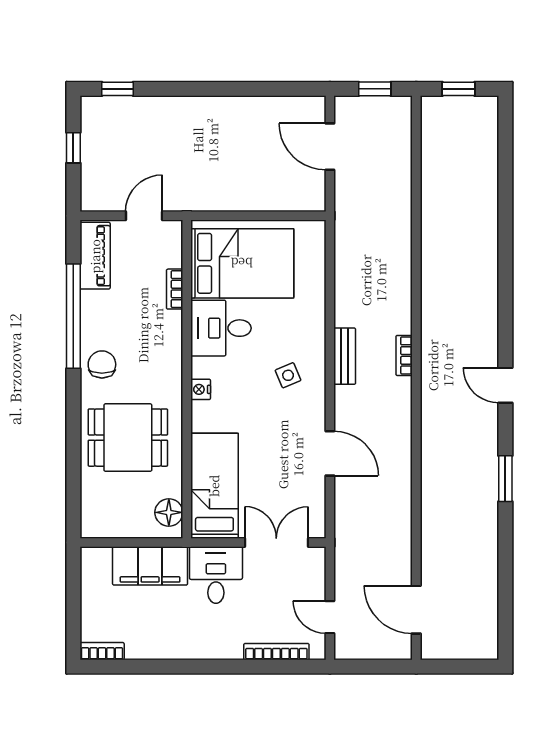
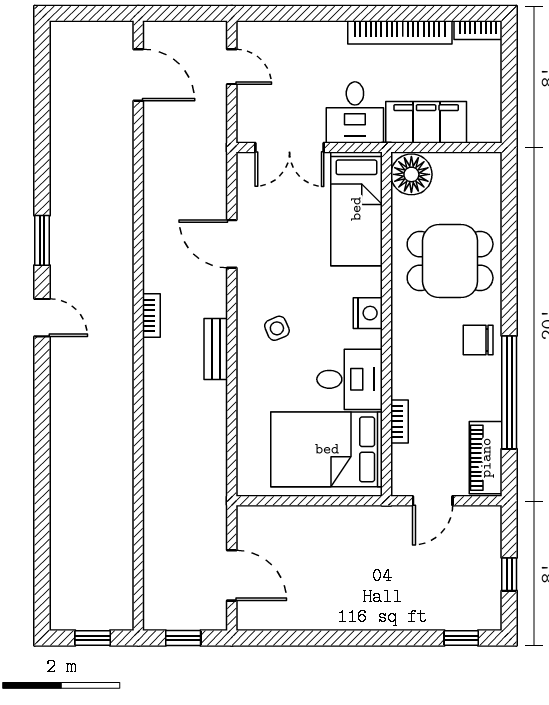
bookcase: (404, 355) -> (151, 316), moved
chair: (102, 364) -> (478, 340), turned 90
nightstand: (201, 389) -> (368, 313), width x1.39, depth x1.35
window: (505, 479) -> (42, 240), moved
floor lamp: (169, 512) -> (411, 174), width x1.38, depth x1.38
bookcase: (276, 652) -> (400, 32), moved, width x1.48, depth x1.31

